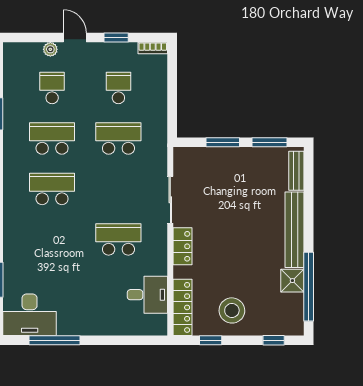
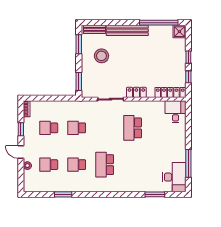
door: (75, 37) -> (21, 152), hinge flipped
school desk: (52, 138) -> (77, 165), width x0.54
school desk: (118, 138) -> (77, 128), width x0.54
window: (223, 142) -> (79, 82), moved
shower: (292, 281) -> (179, 32), moved
desk: (147, 295) -> (176, 112), moved
stool: (232, 310) -> (101, 56), moved
window: (274, 340) -> (188, 57), moved

